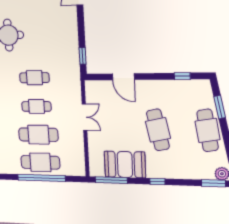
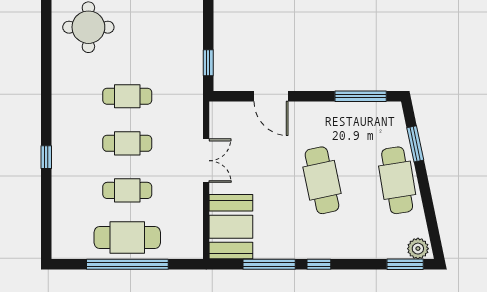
window: (182, 76) -> (361, 96), width x2.17
cafe table: (38, 135) -> (127, 190), width x0.73, depth x0.74
booth: (125, 164) -> (231, 227), moved, turned 90
window: (111, 180) -> (269, 264), moved

